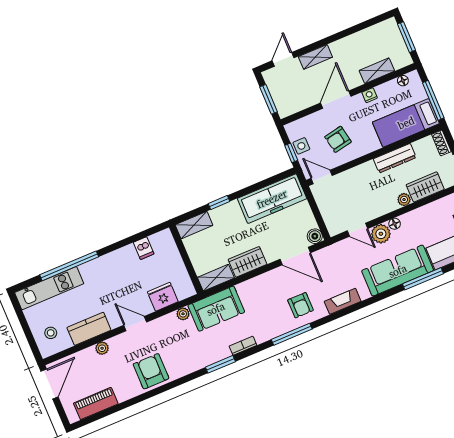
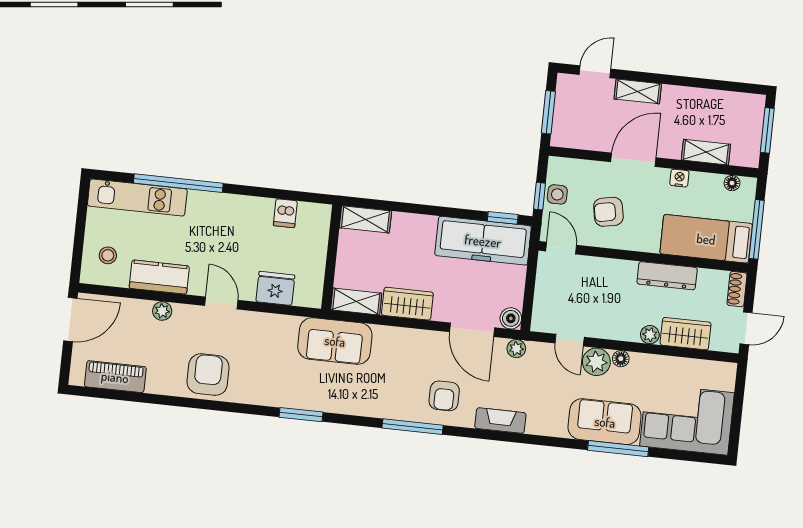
window: (219, 203) -> (503, 218), moved
sofa: (398, 271) -> (605, 422), width x0.73
plant: (183, 314) -> (516, 349), moved
bookcase: (243, 346) -> (343, 407), removed

